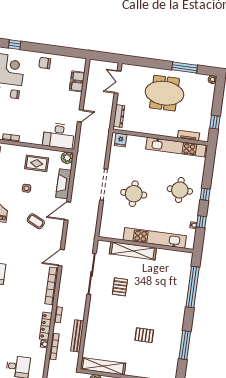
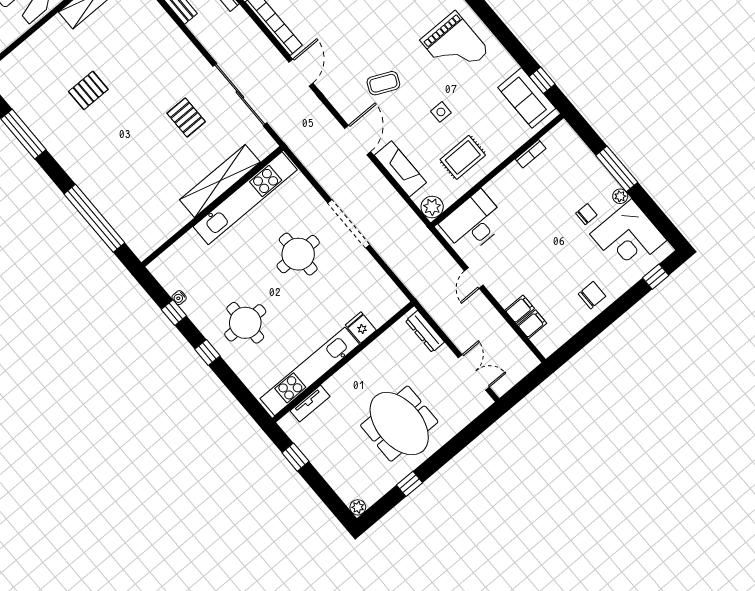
window: (185, 68) -> (409, 484), width x0.46
meeting table: (164, 93) -> (399, 424), turned 90
fridge: (121, 140) -> (361, 328), moved
kitchen unit: (155, 238) -> (245, 198), moved

